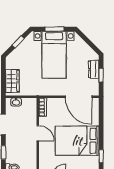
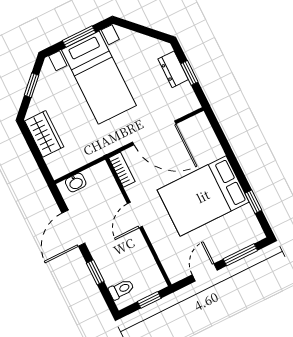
wardrobe: (12, 81) -> (44, 134), moved
door: (79, 97) -> (154, 133), moved
door: (38, 133) -> (135, 215), swing flipped

